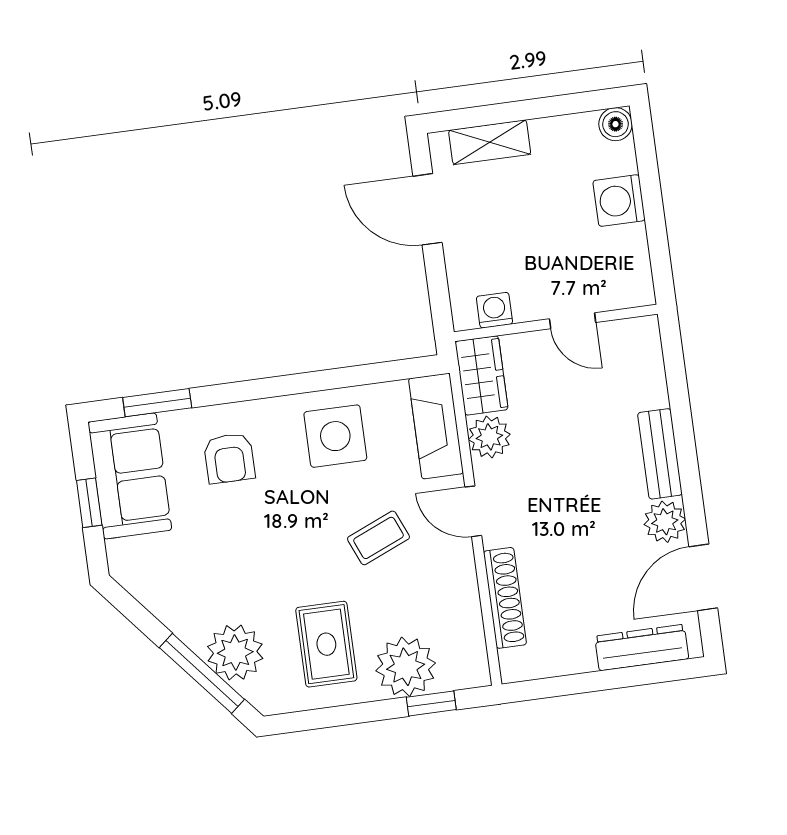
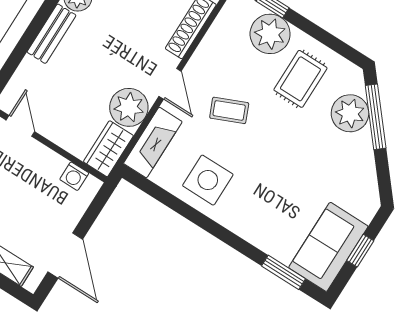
door: (573, 321) -> (20, 126), moved
plant: (489, 437) -> (129, 107), width x1.36, depth x1.36
armchair: (229, 458) -> (271, 214), removed

